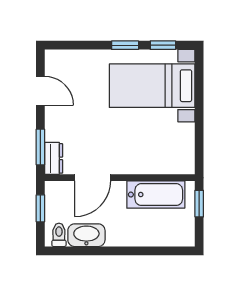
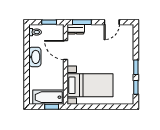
bed with nightstands: (152, 86) -> (90, 85), moved, turned 90
bathtub: (156, 195) -> (48, 97), moved, turned 90
washbasin: (86, 235) -> (35, 57), moved

